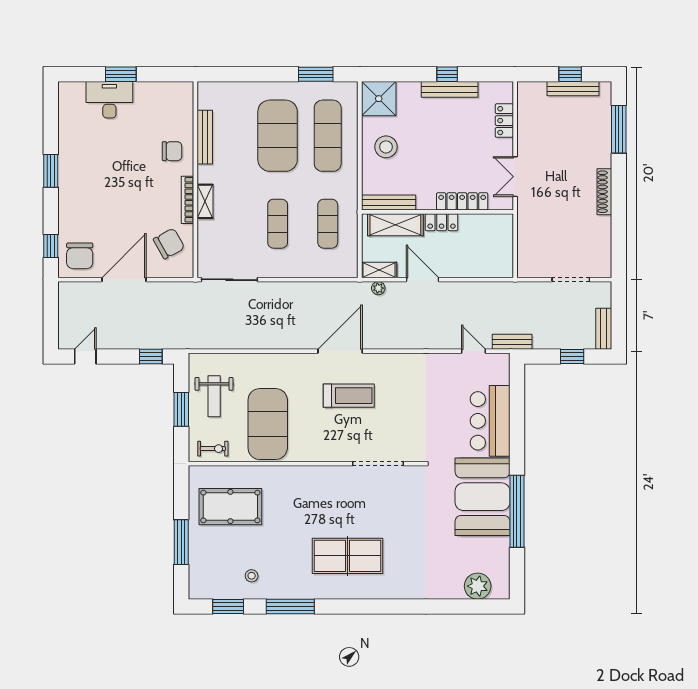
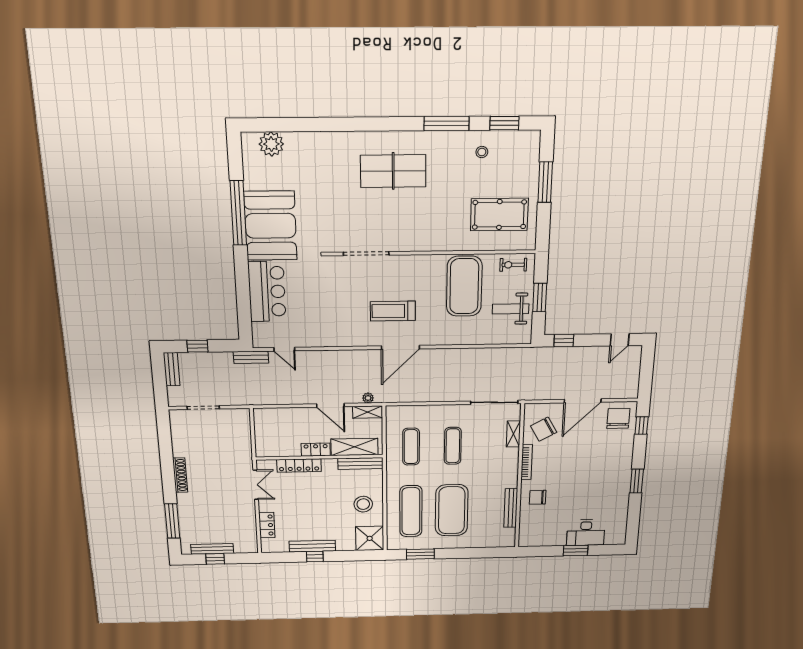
shelving: (205, 201) -> (513, 434), moved
weight bench: (214, 396) -> (511, 309), turned -90

